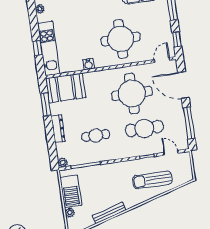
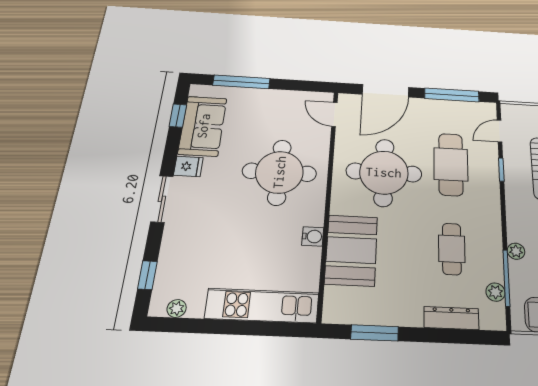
window: (177, 39) -> (304, 86), removed
window: (37, 48) -> (256, 328), removed
booth: (66, 88) -> (351, 250), moved
dresser: (58, 129) -> (451, 318), moved
plant: (63, 163) -> (495, 292), moved
plant: (101, 169) -> (516, 251), added

